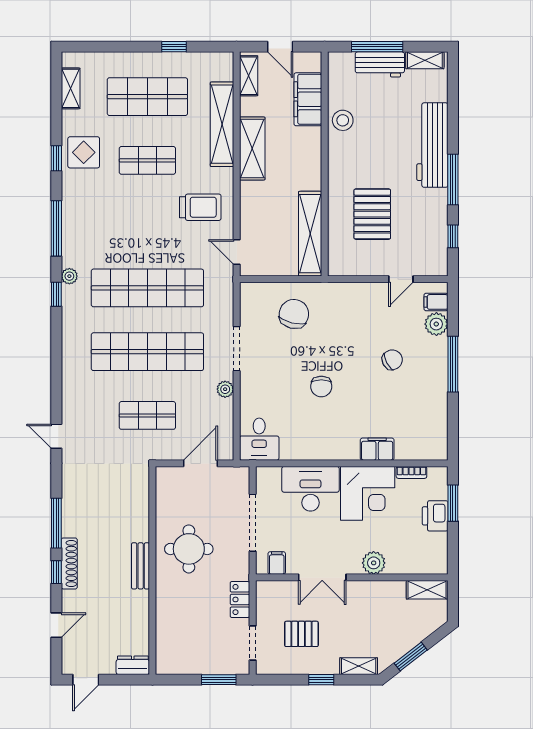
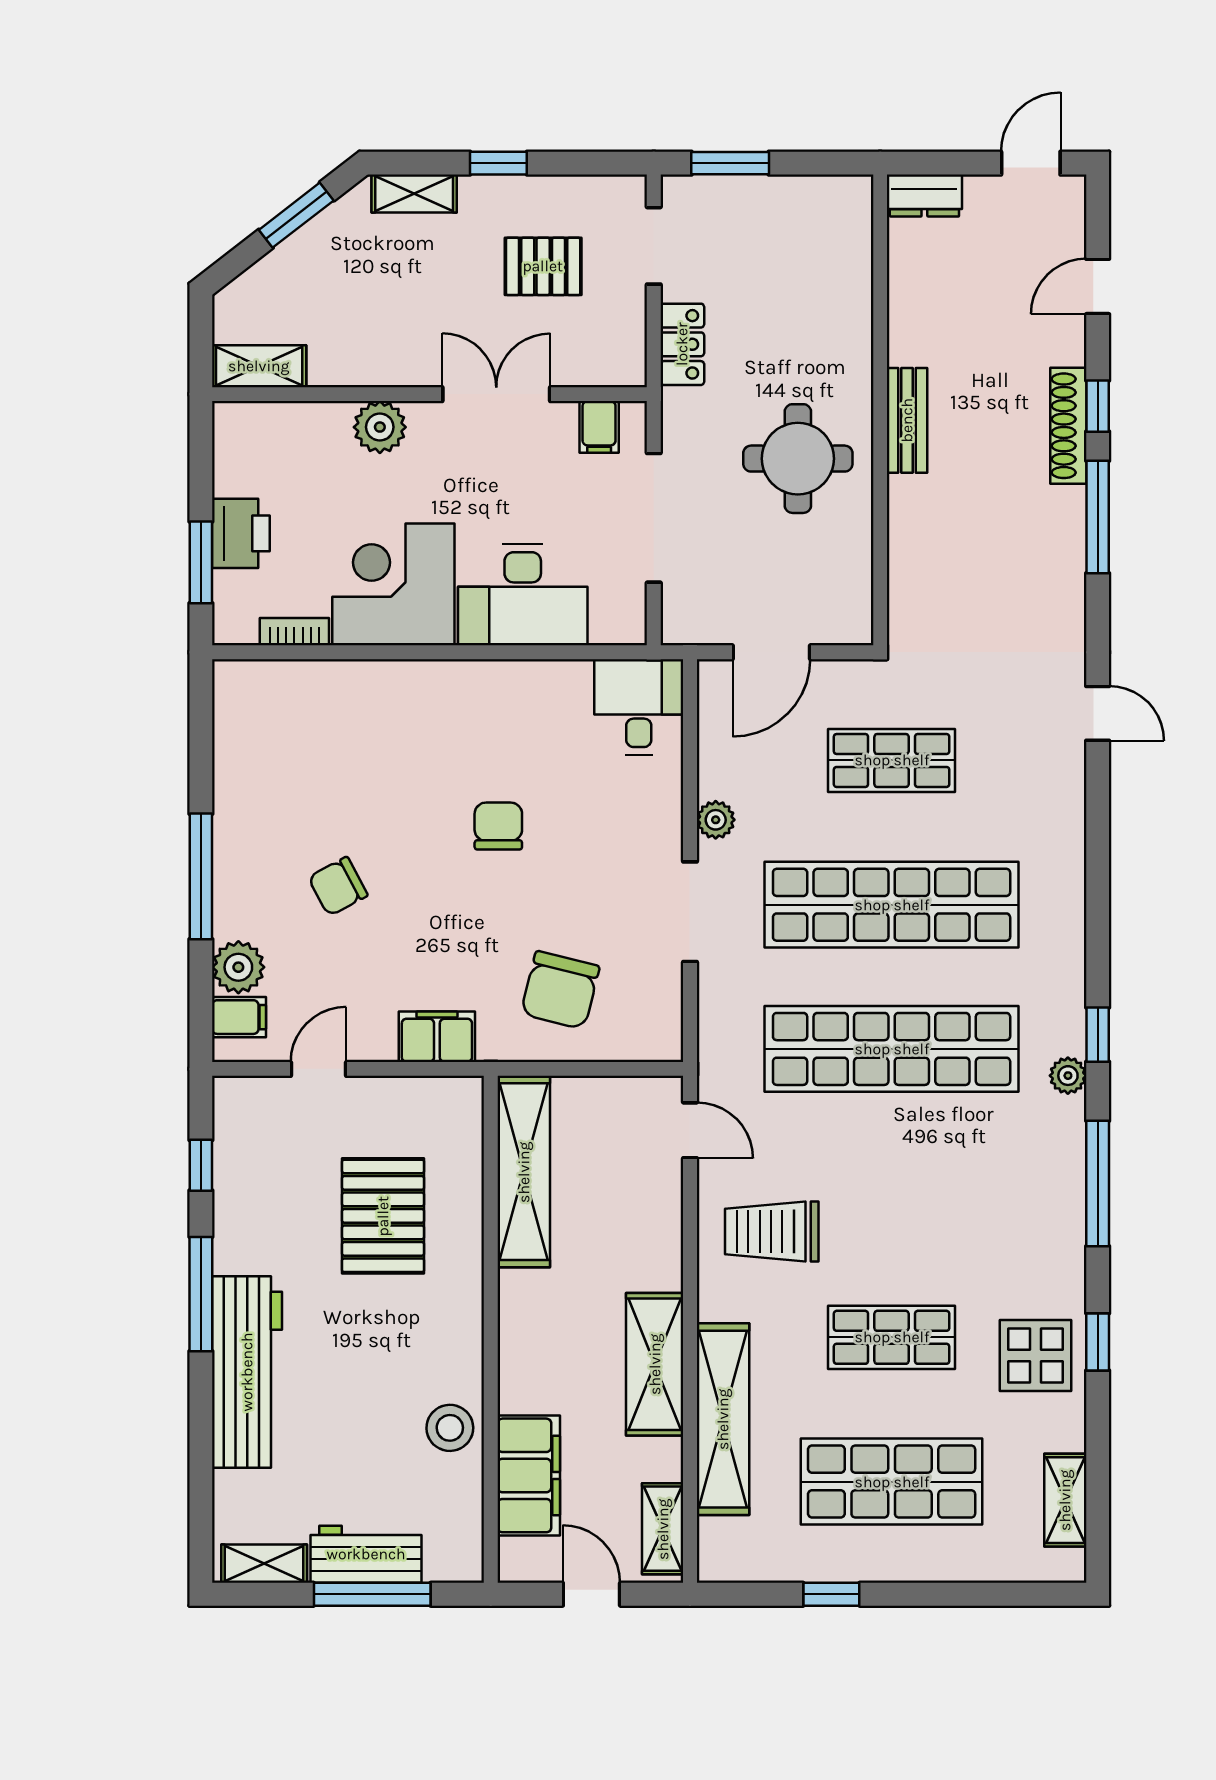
filing cabinet: (377, 449) -> (437, 1037), moved, turned 180

